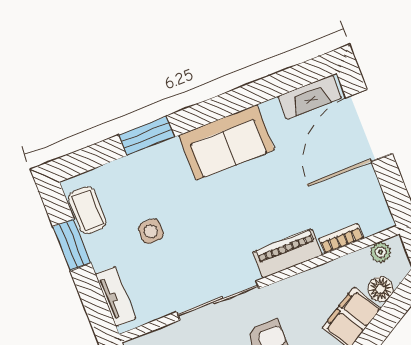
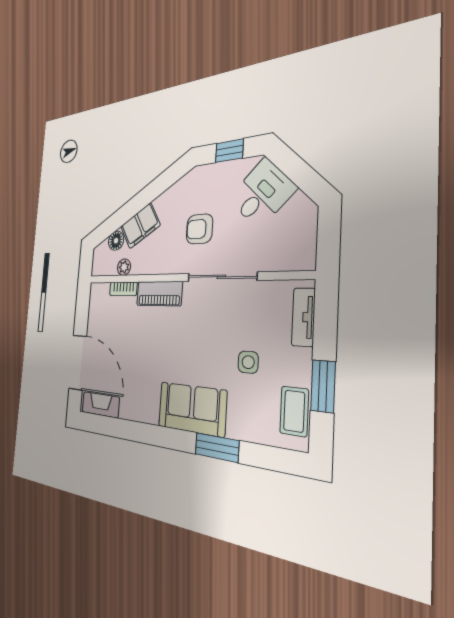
door: (369, 126) -> (78, 362), hinge flipped
sofa: (226, 142) -> (192, 409), moved
plant: (381, 252) -> (124, 267), moved

